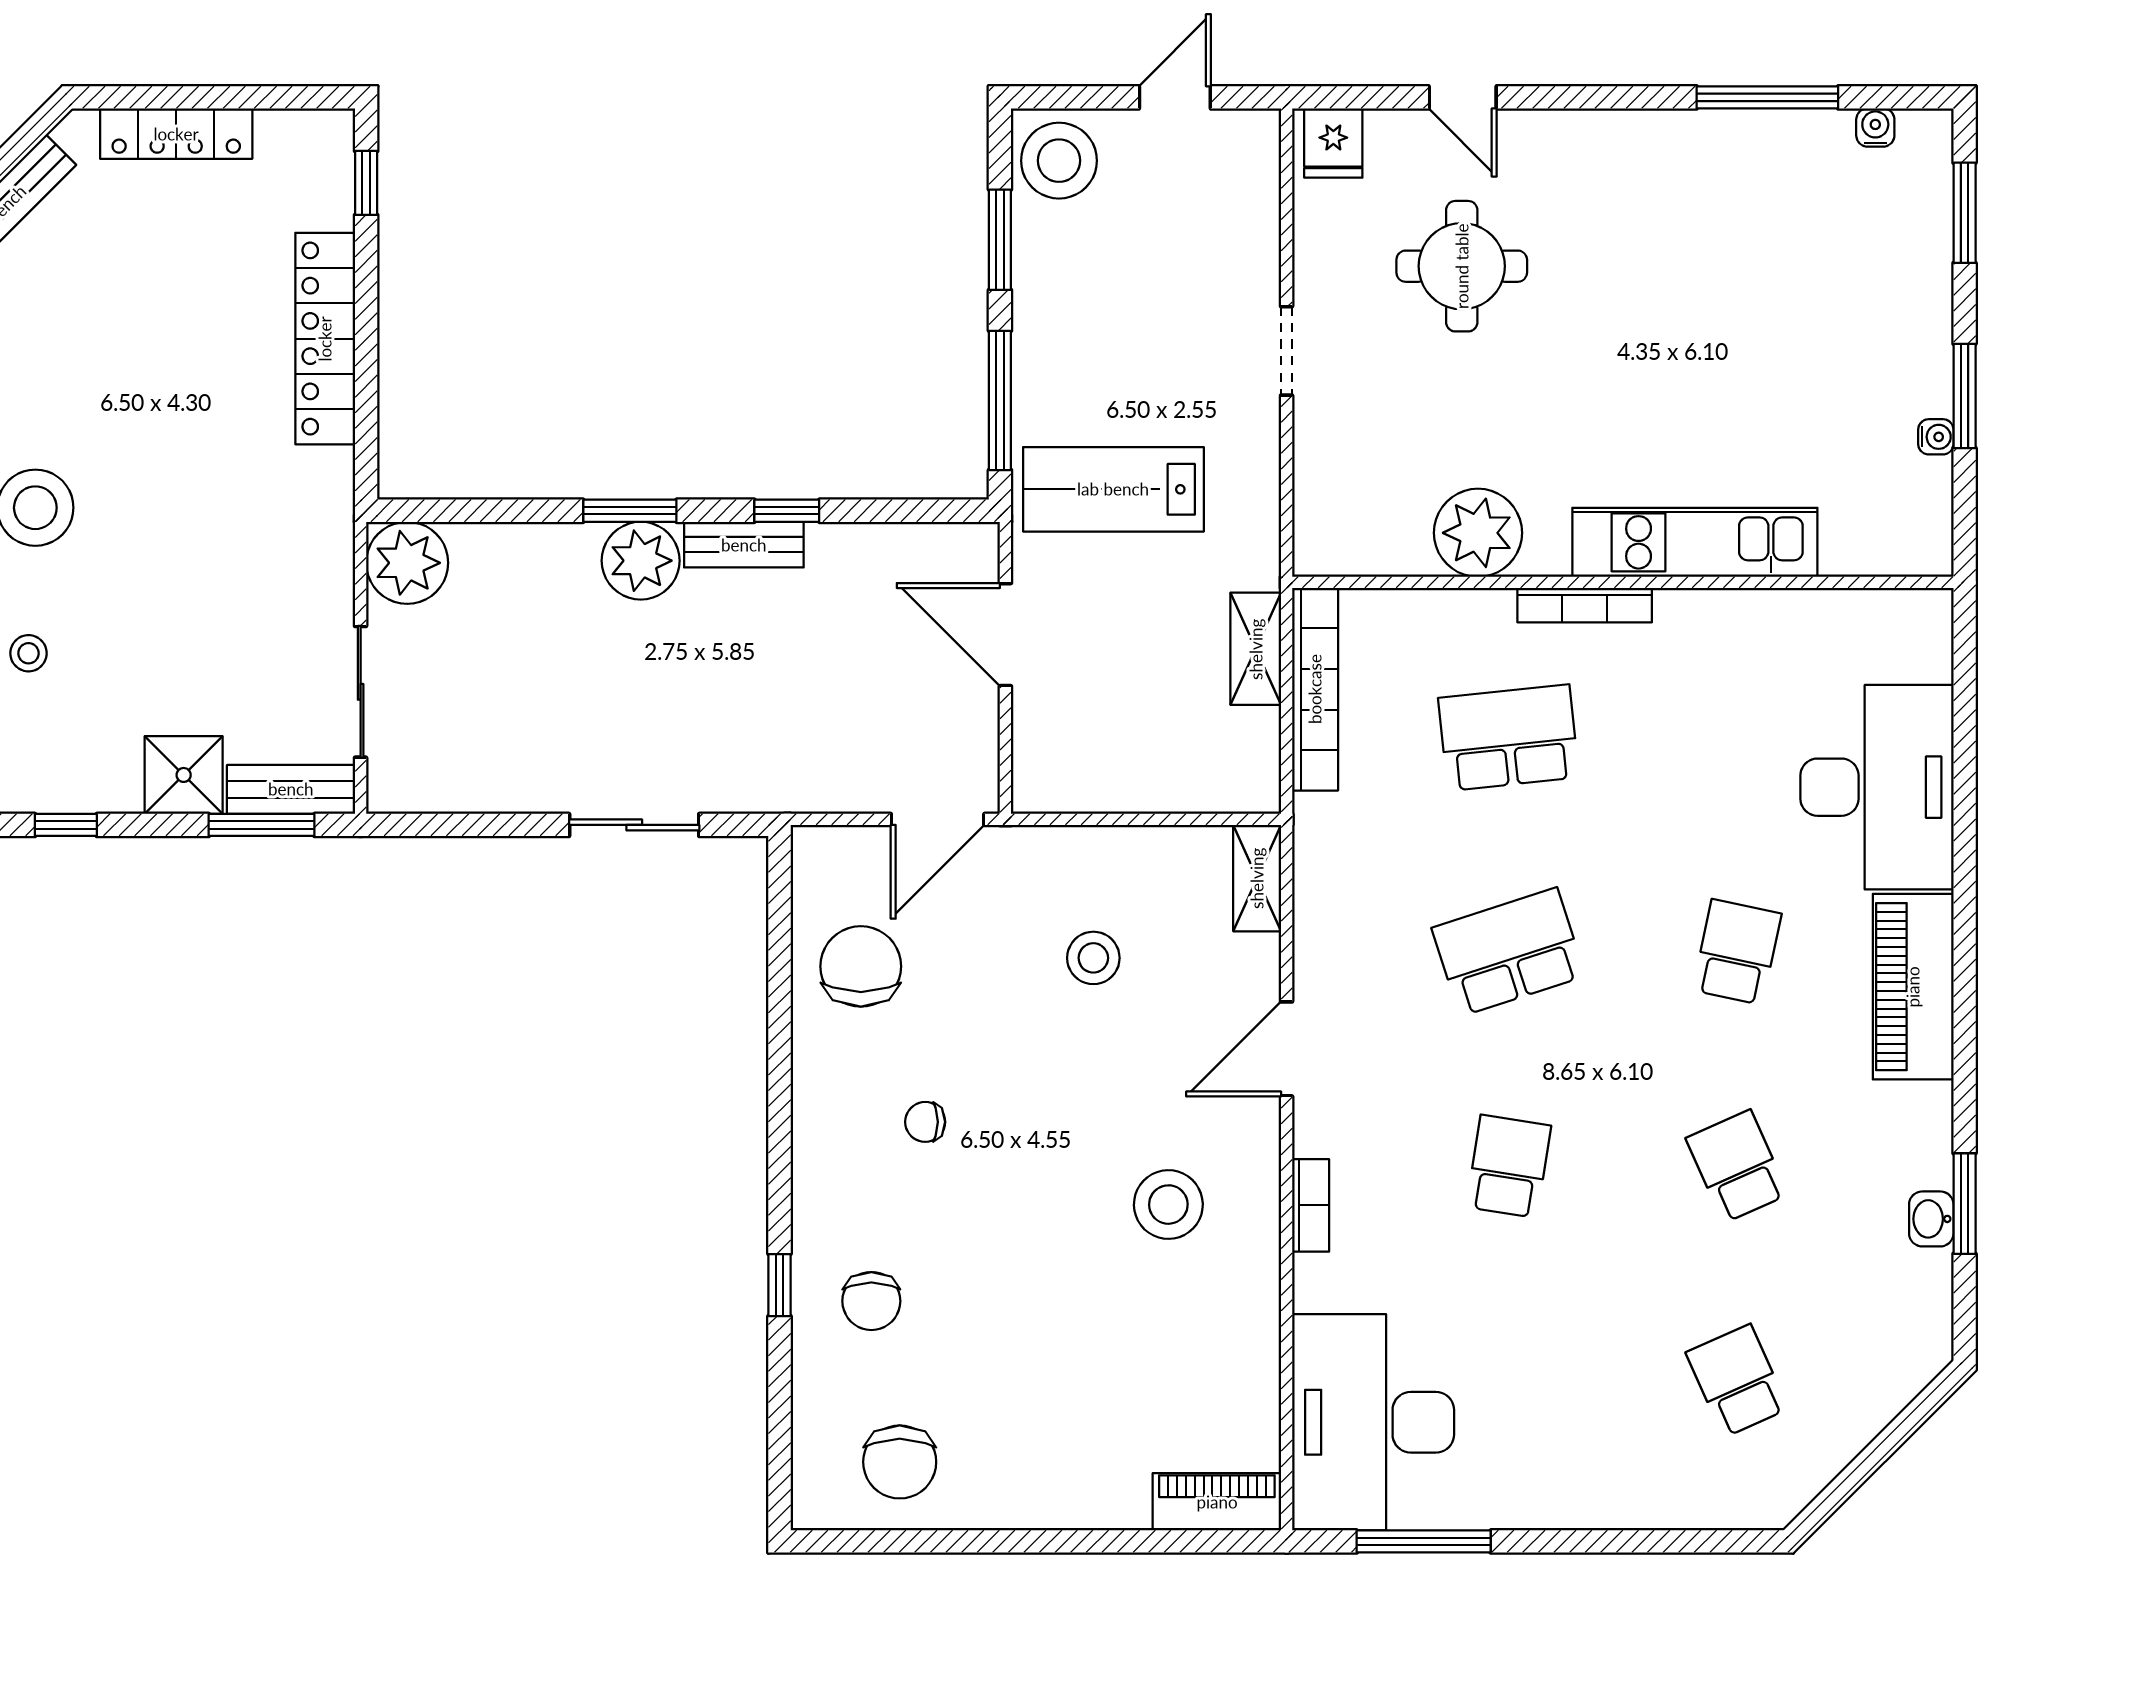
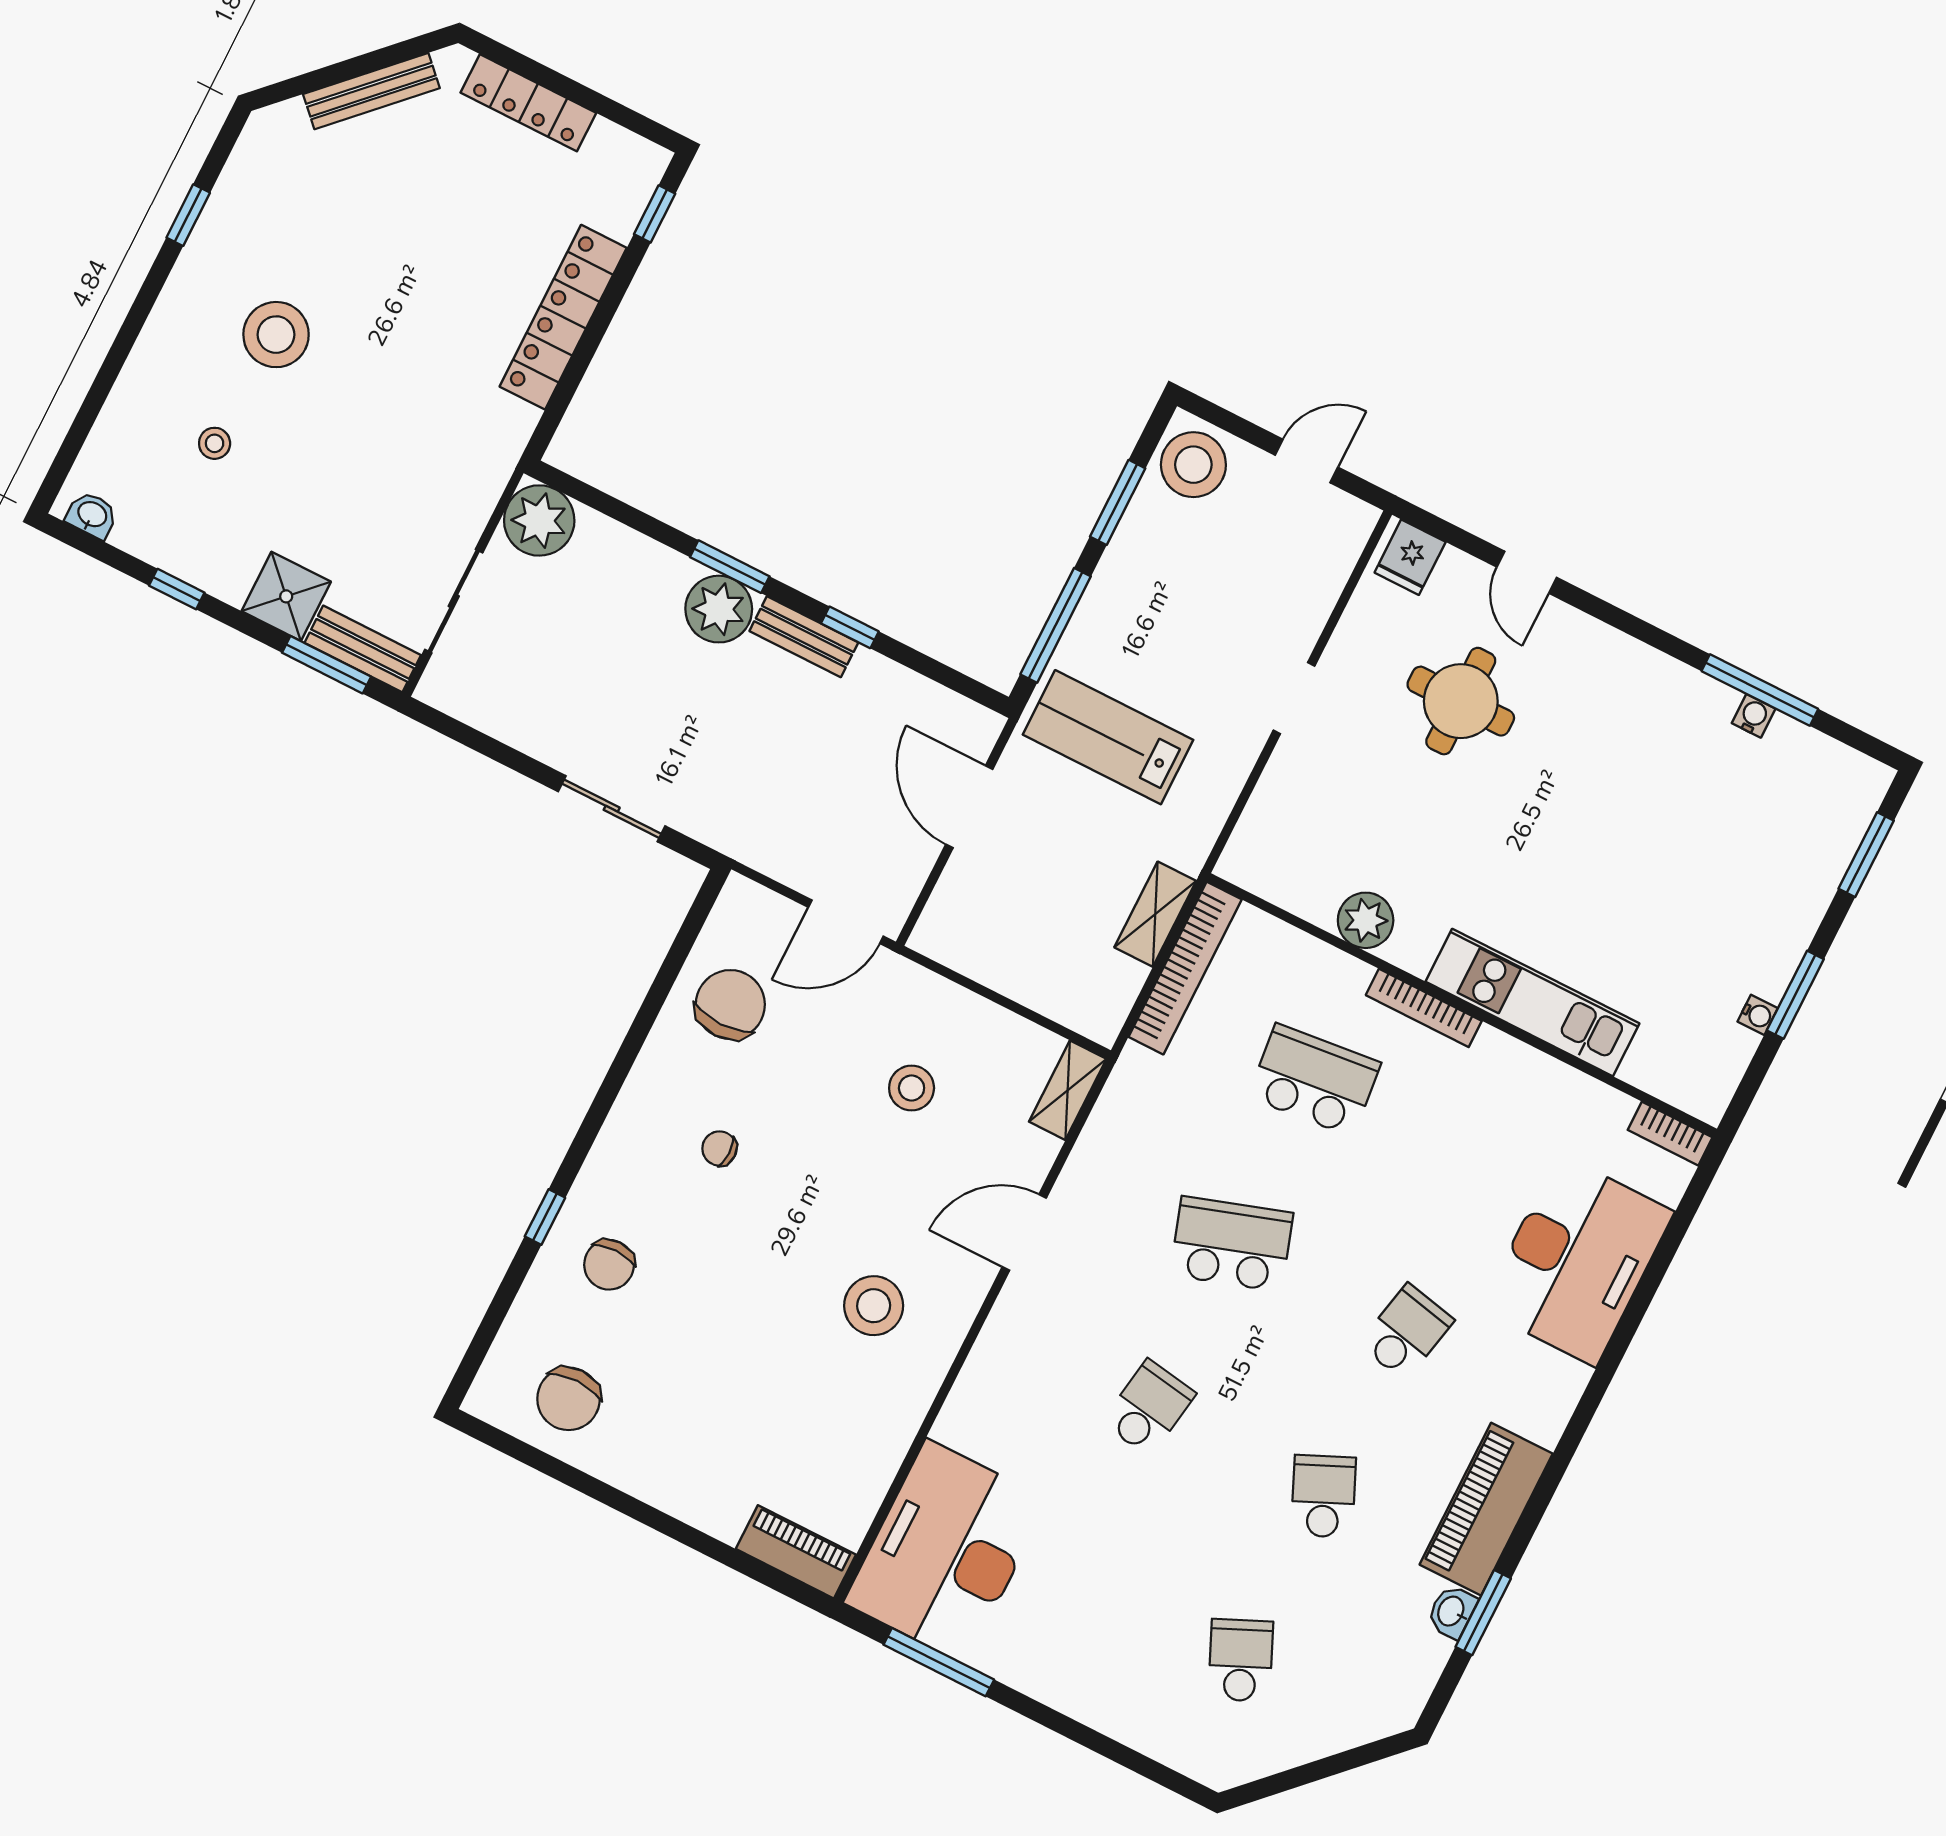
water cooler: (1875, 128) -> (1754, 716), moved
plant: (1478, 533) -> (1366, 920), width x0.73, depth x0.73
piano: (1913, 987) -> (1486, 1509), moved
bookcase: (1311, 1205) -> (1670, 1134), moved, turned 90

